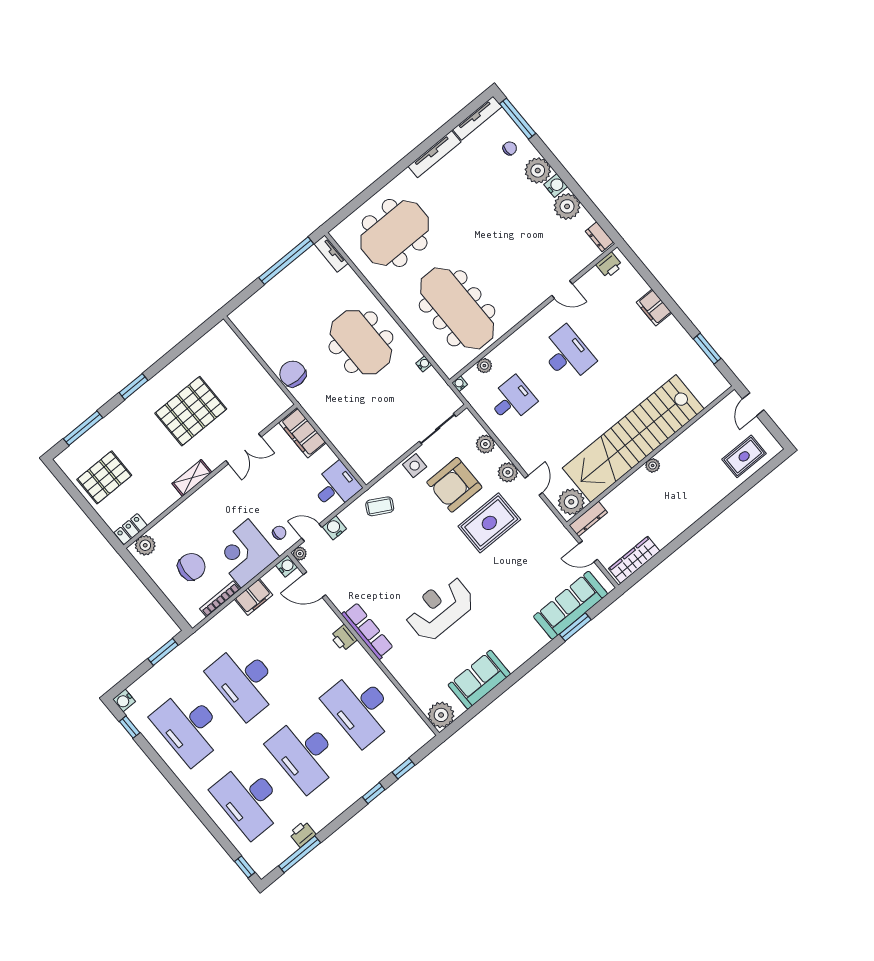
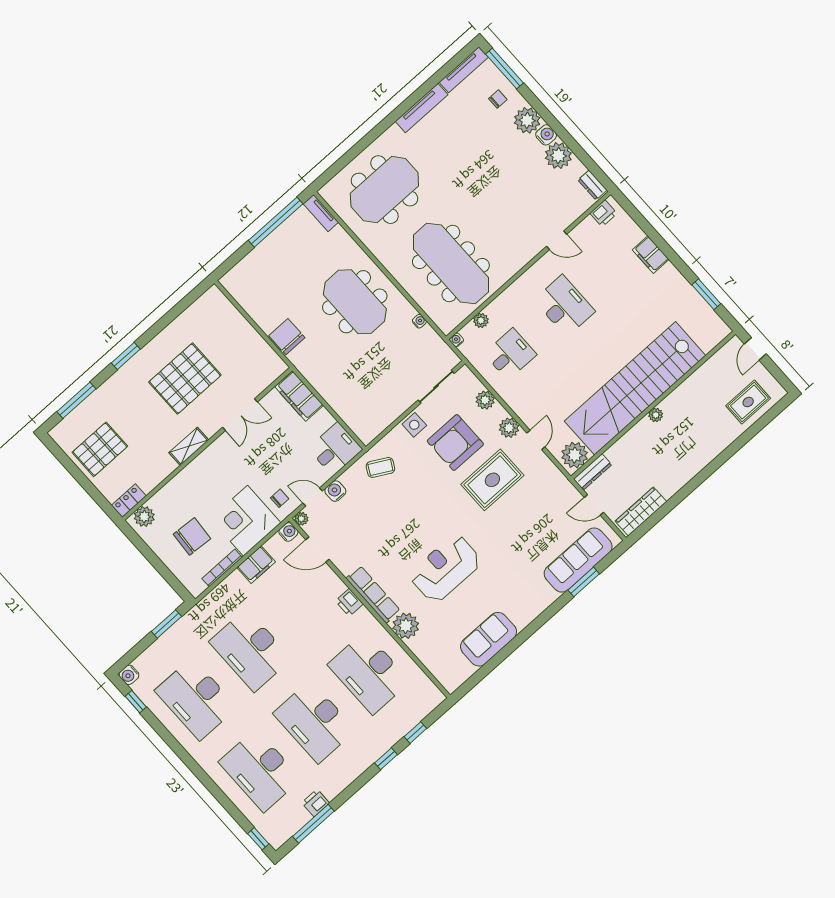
plant: (441, 715) -> (406, 626), moved

